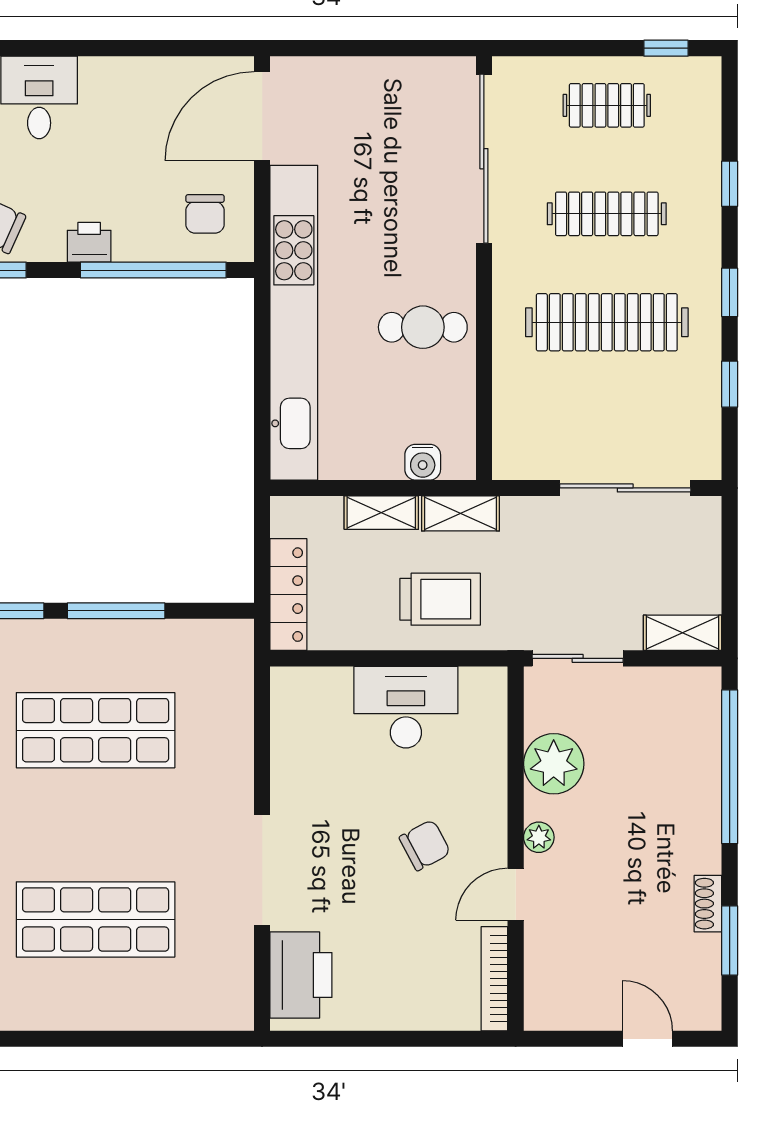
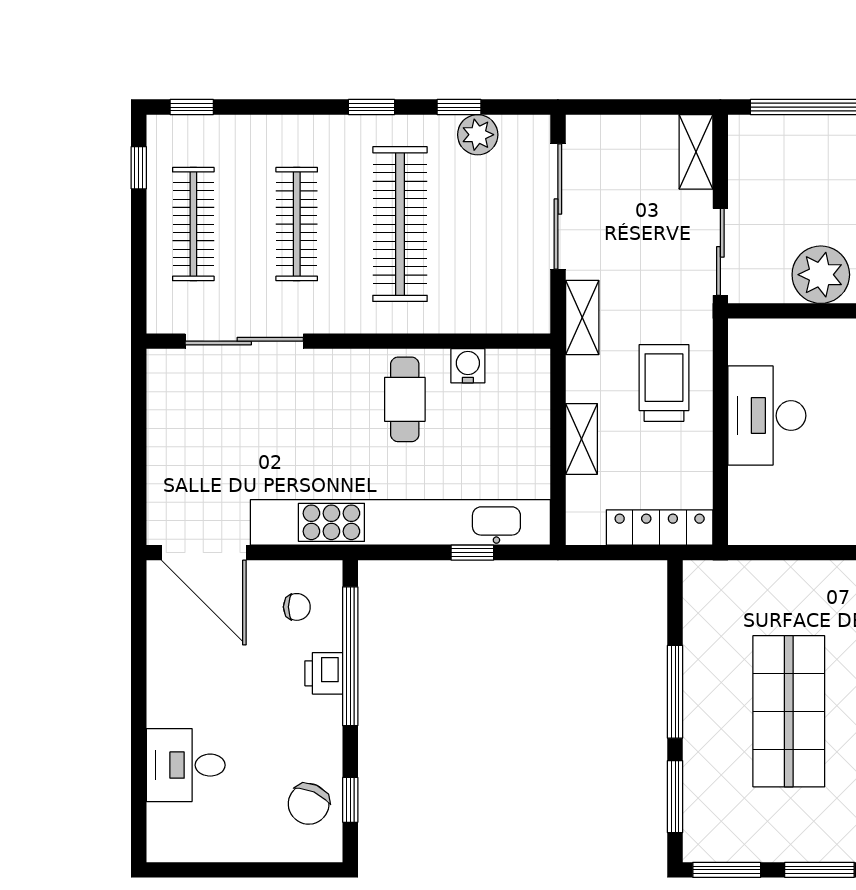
clothes rail: (607, 105) -> (193, 224), width x1.36
sliding door: (484, 159) -> (244, 341), width x0.73
window: (730, 184) -> (192, 107), moved
chair: (205, 214) -> (297, 607), width x0.73, depth x0.73
printer: (89, 242) -> (324, 673), moved
window: (262, 398) -> (472, 553), added
plant: (701, 404) -> (478, 135), added
water cooler: (423, 462) -> (468, 366), moved, turned -90
shelving: (460, 513) -> (582, 318), moved

